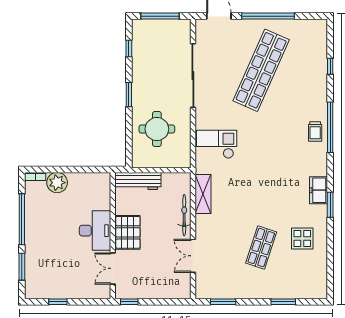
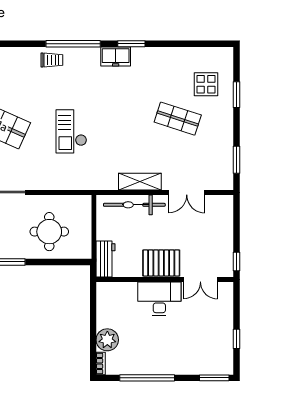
window: (330, 127) -> (73, 44), moved
checkout: (217, 144) -> (71, 131), moved
workbench: (138, 181) -> (106, 259), width x0.73
shelving: (203, 194) -> (140, 182), moved
bicycle: (184, 215) -> (134, 205), width x1.37, depth x1.40
display table: (302, 238) -> (206, 84), moved
window: (22, 267) -> (214, 378), moved

